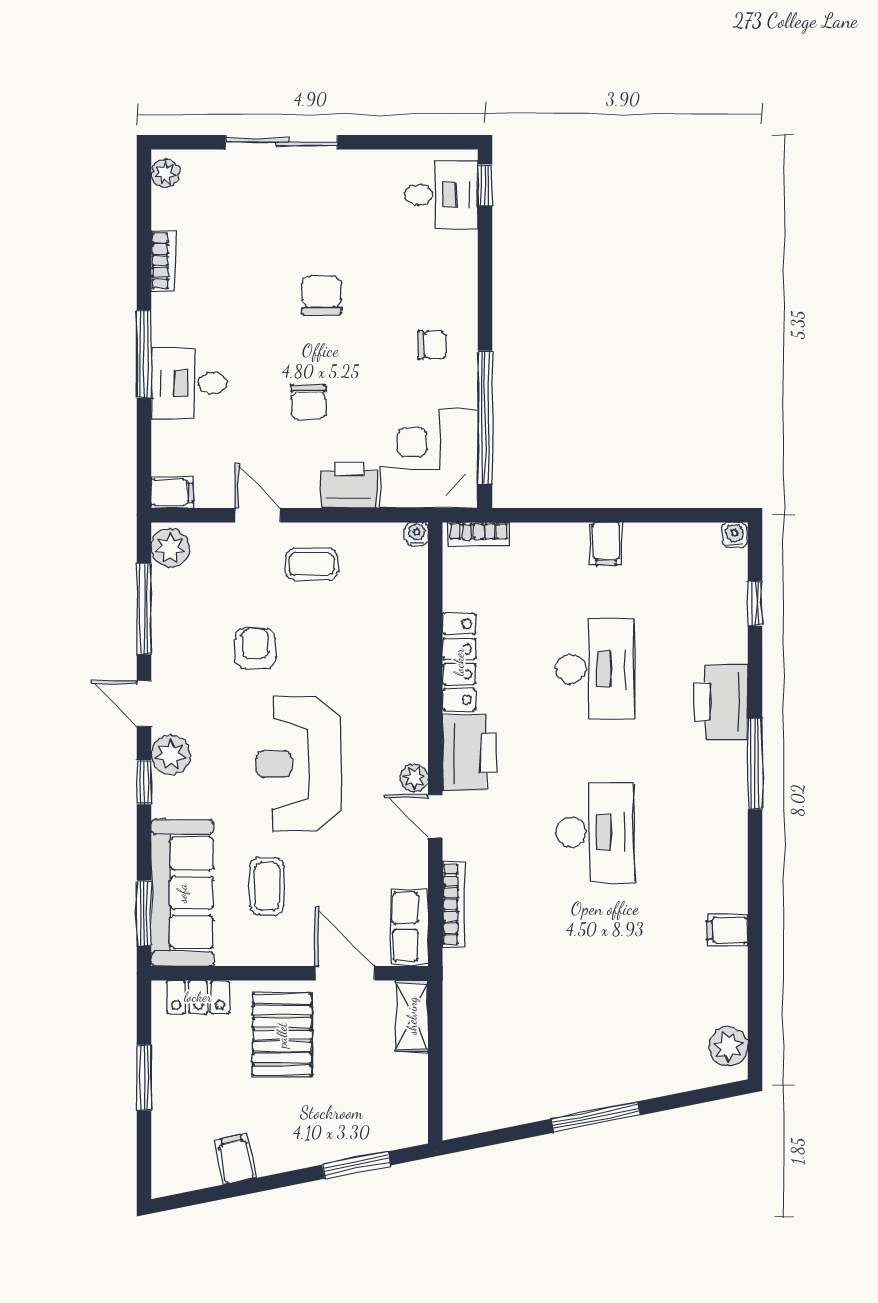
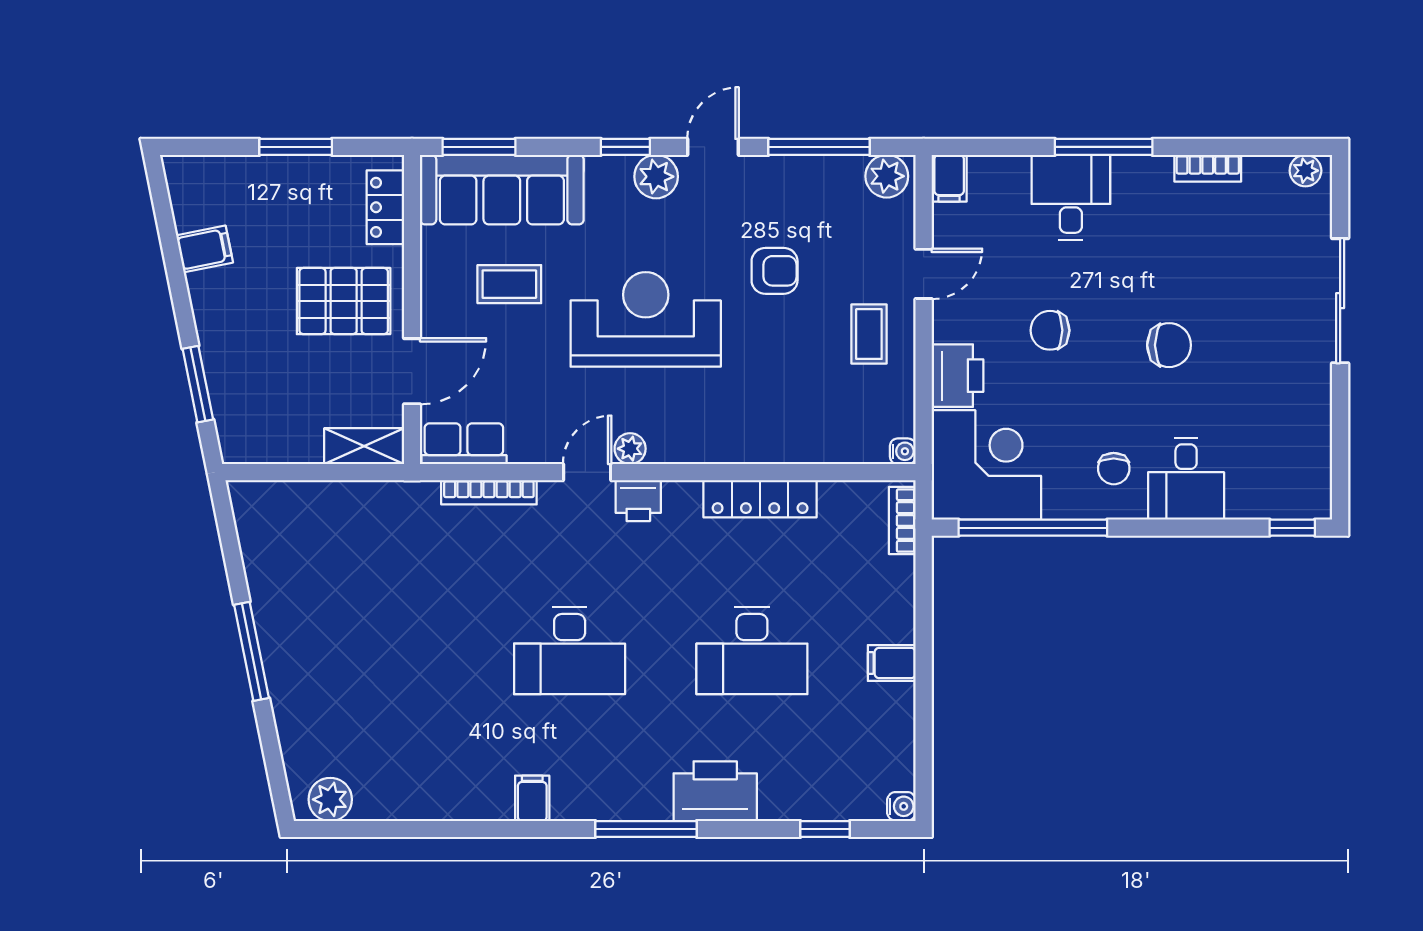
desk: (441, 195) -> (1186, 479), moved
printer: (470, 753) -> (638, 501), width x0.53, depth x0.68
filing cabinet: (727, 930) -> (532, 798), moved

